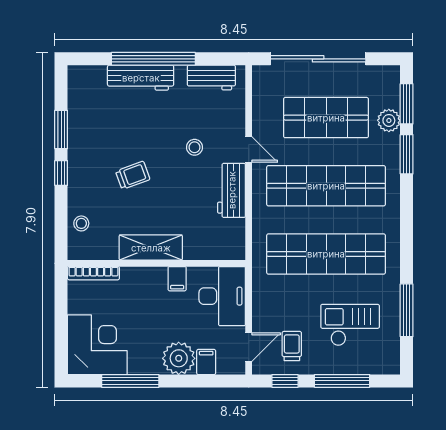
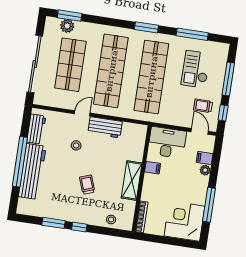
workbench: (141, 78) -> (32, 171), width x1.36, depth x1.32
plant: (389, 120) -> (67, 26), moved
window: (407, 154) -> (146, 27), moved
plant: (179, 358) -> (205, 170), width x0.53, depth x0.53

